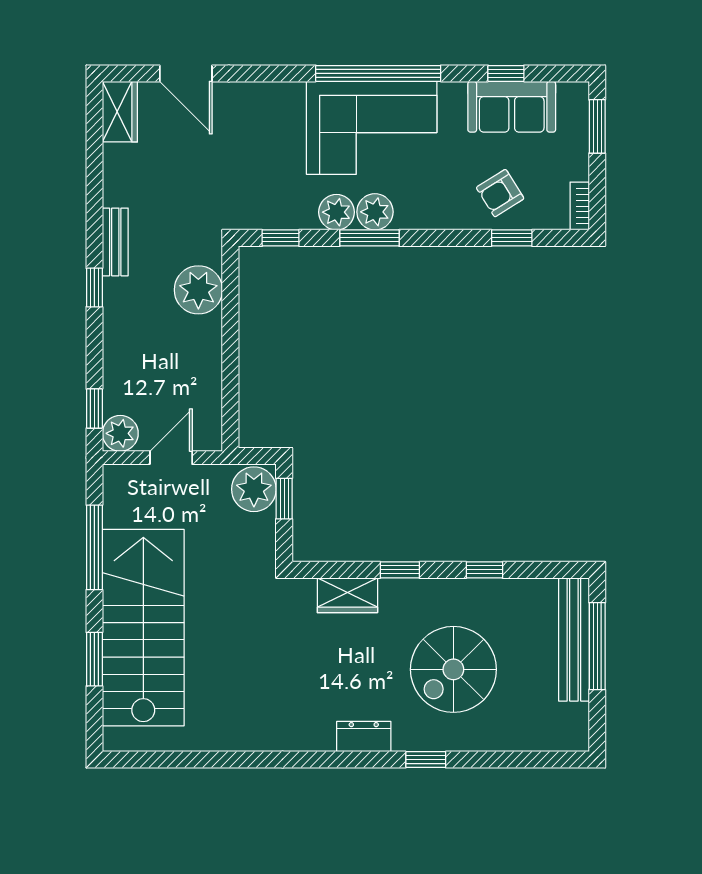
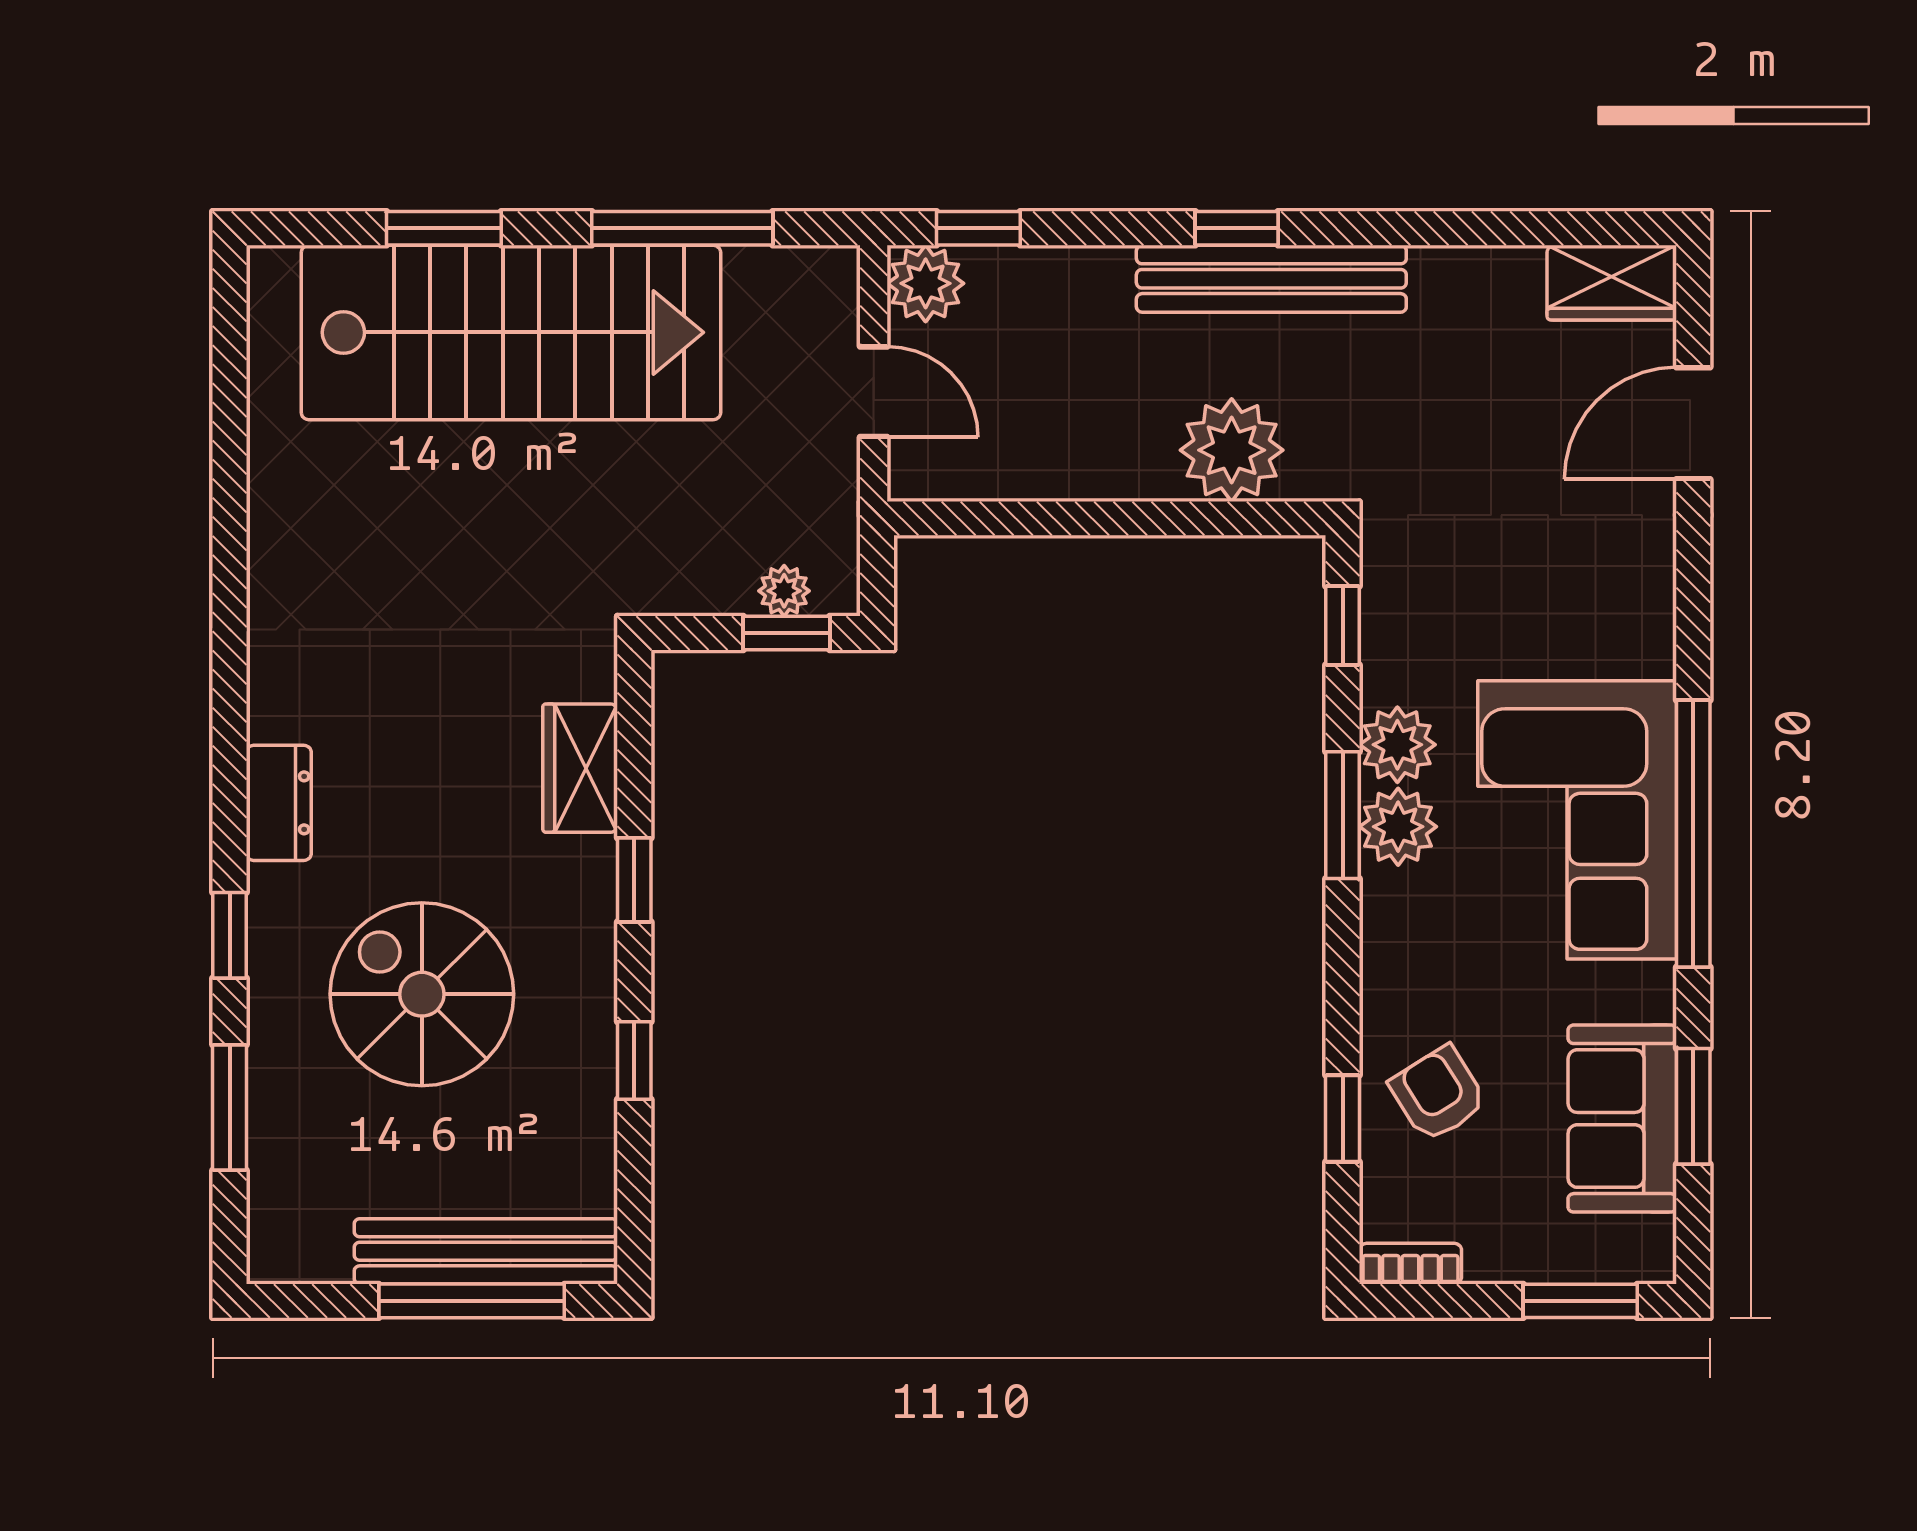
window: (506, 73) -> (1693, 1106), width x1.50
bench: (115, 242) -> (1271, 279), width x1.86, depth x1.21
plant: (254, 489) -> (784, 591), width x0.53, depth x0.53
window: (506, 760) -> (230, 1107), added

